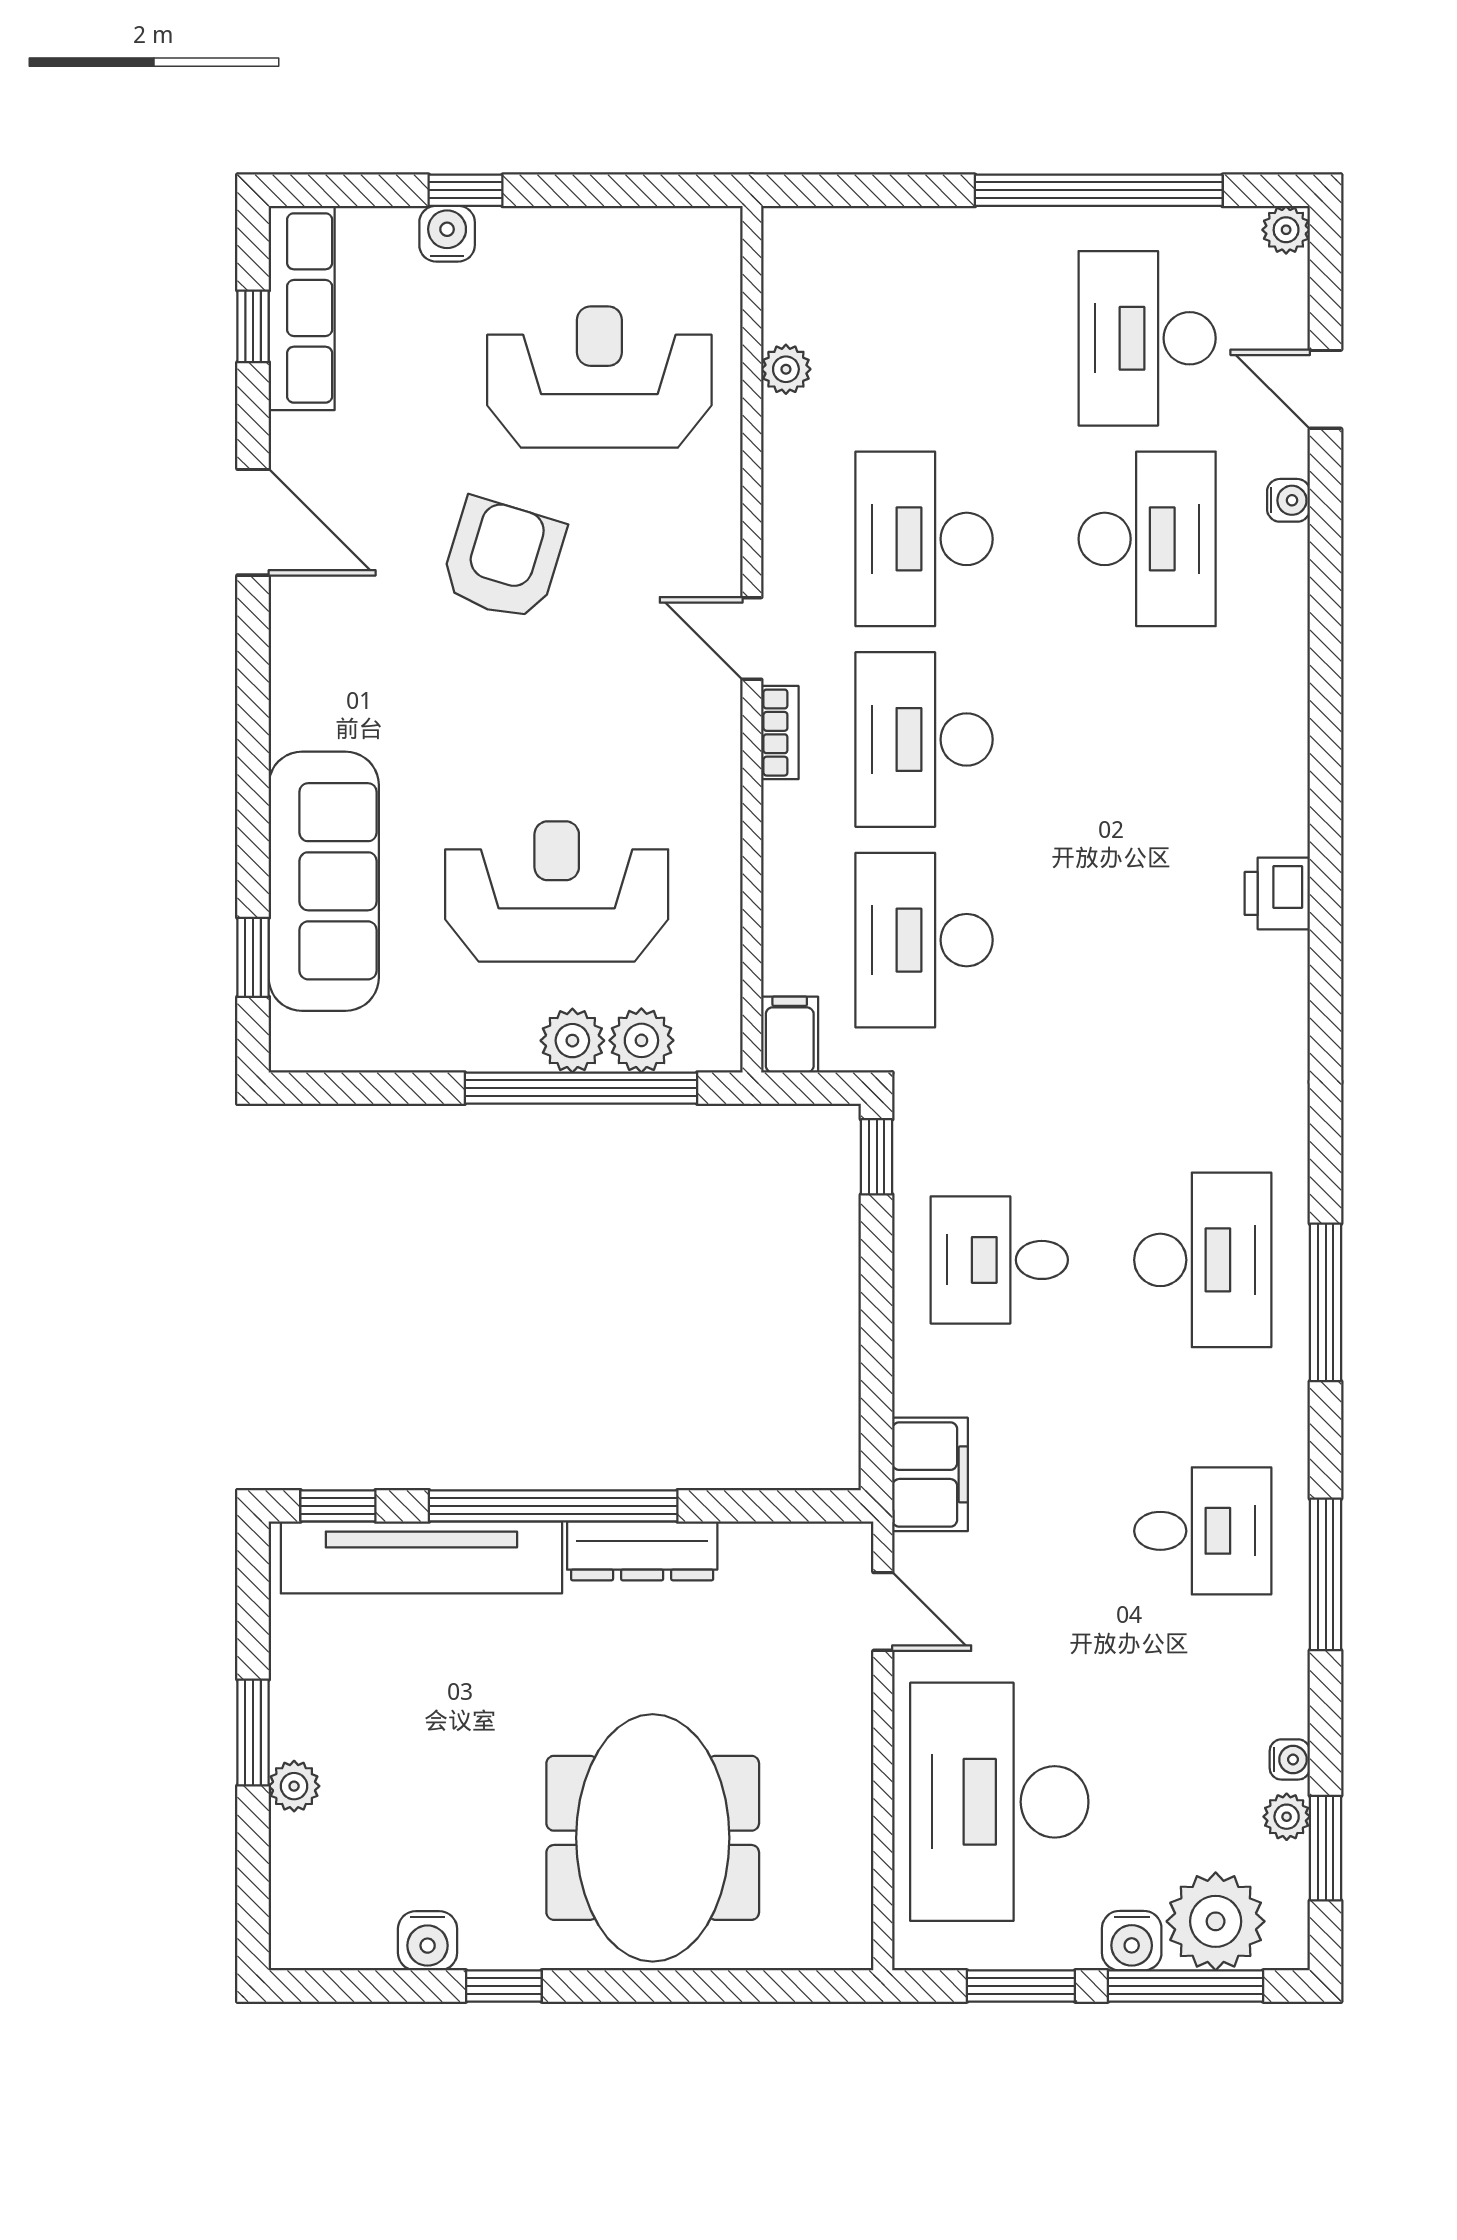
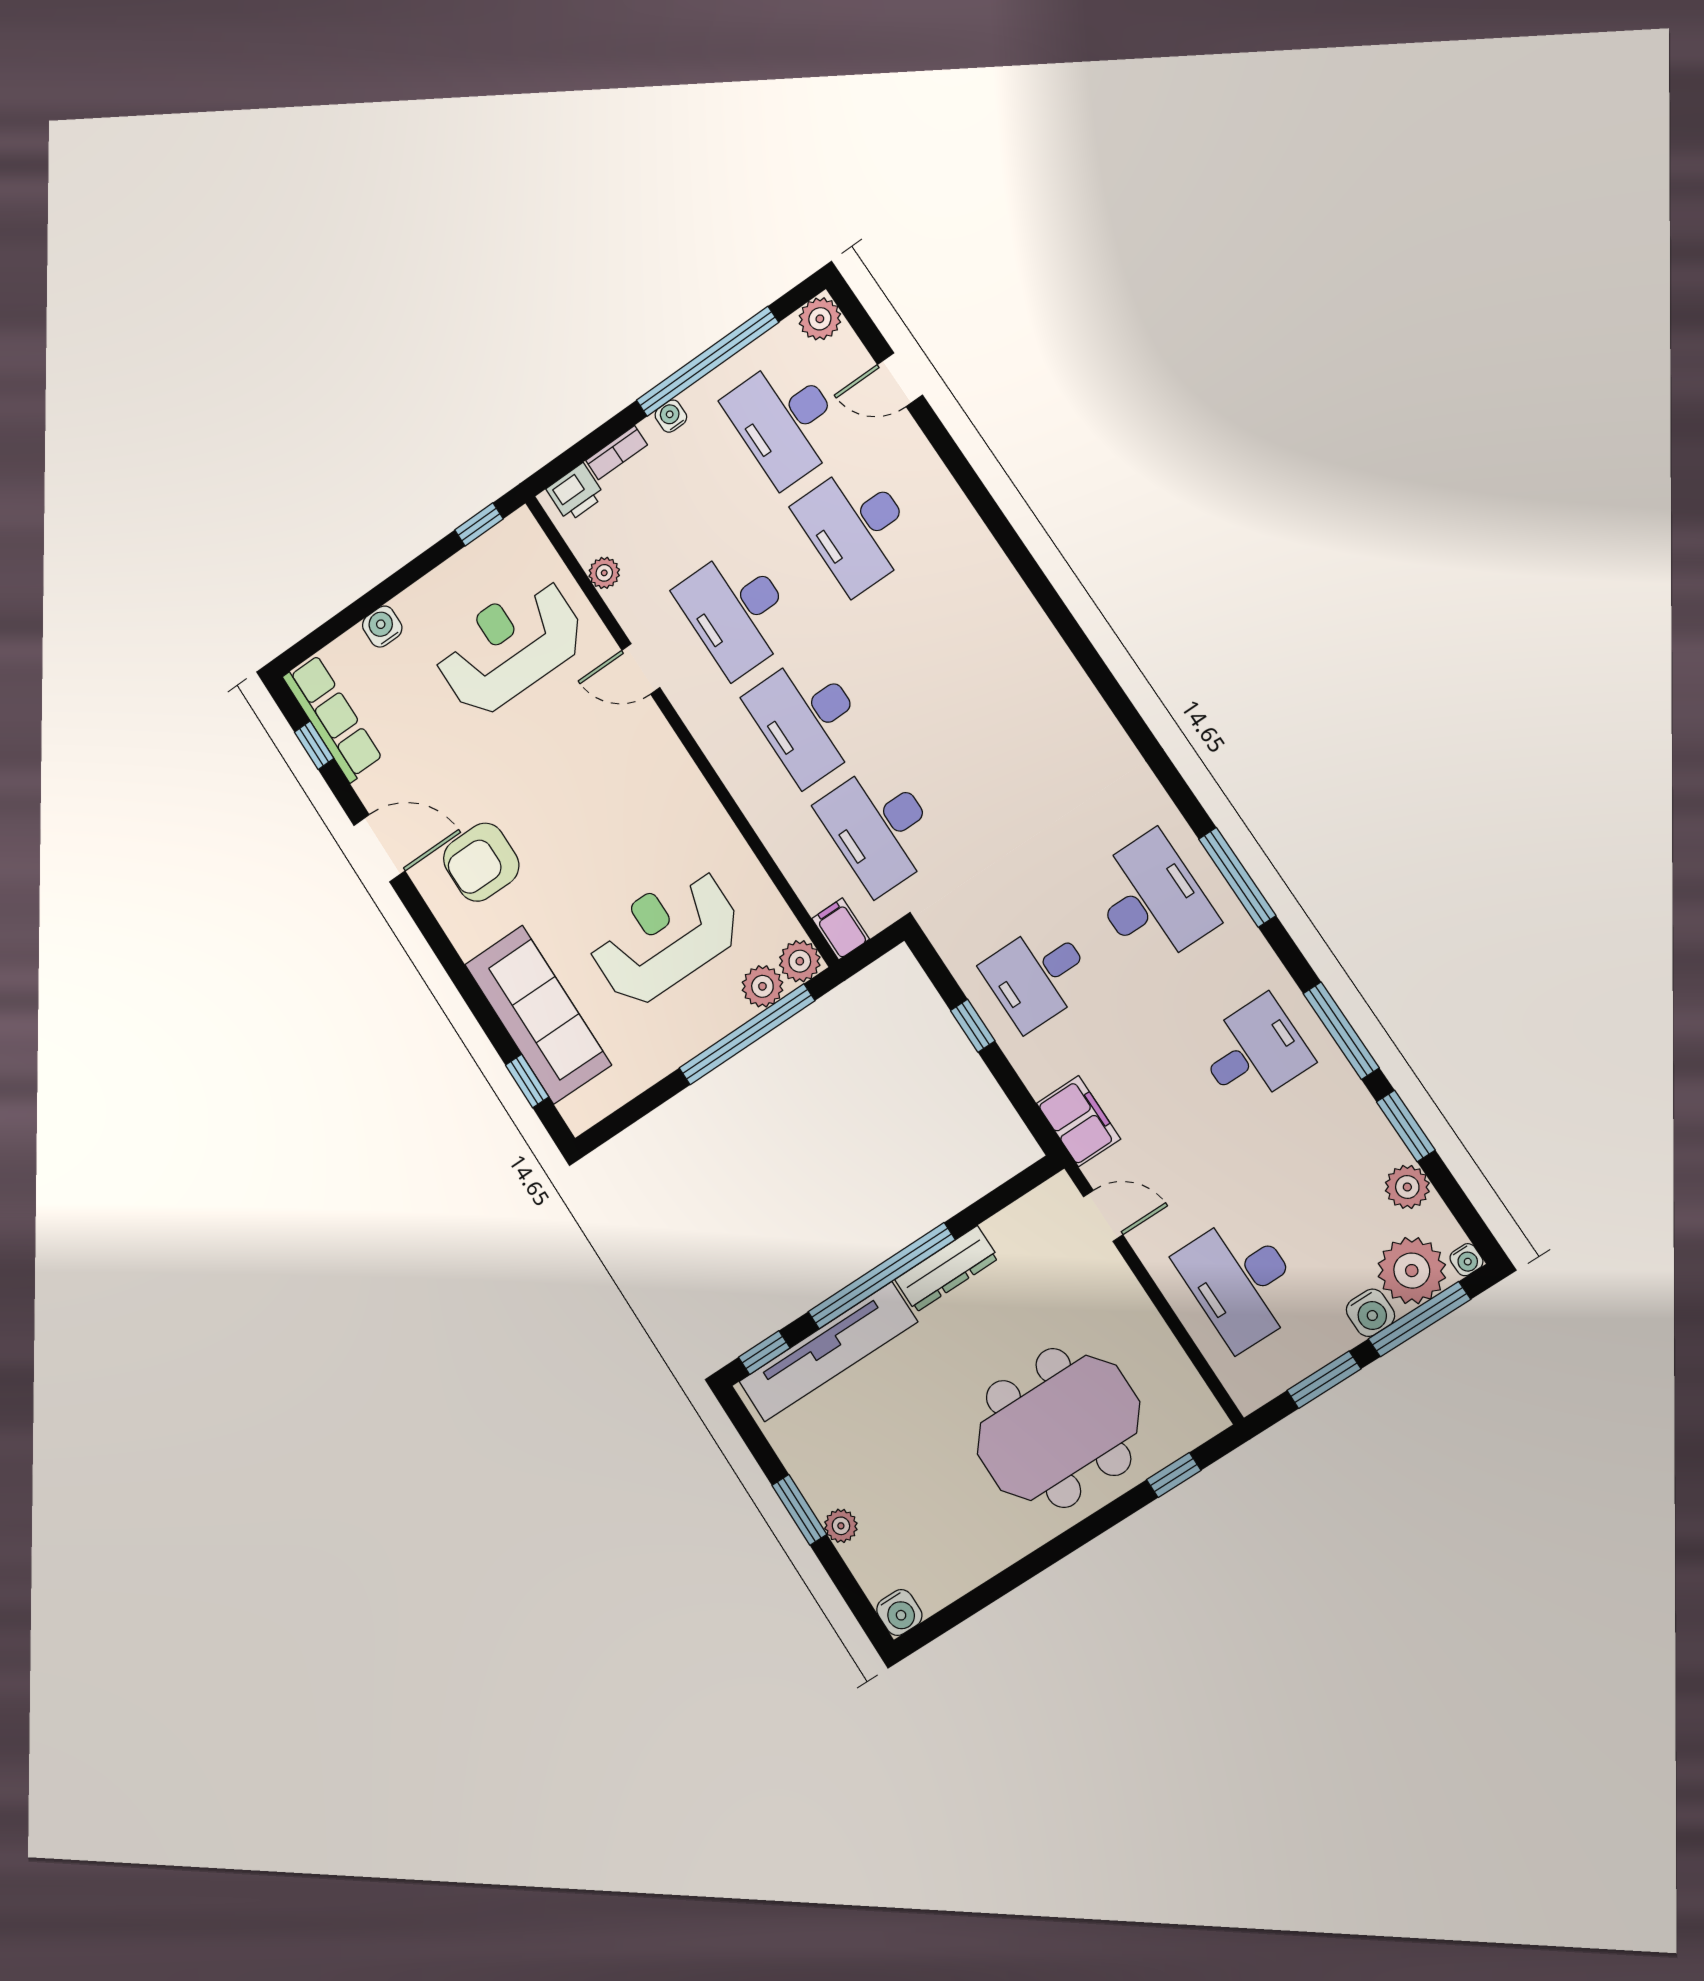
window: (466, 190) -> (479, 524), moved
plant: (1286, 230) -> (820, 319), width x1.38, depth x1.38
water cooler: (1288, 500) -> (671, 416), moved, turned -90
desk: (1147, 539) -> (857, 528), turned 180
armchair: (503, 559) -> (481, 862), moved, turned -107
door: (752, 638) -> (641, 669), moved
bookcase: (780, 733) -> (617, 453), moved, turned 90
printer: (1277, 893) -> (575, 493), moved, turned -90
plant: (572, 1041) -> (800, 961), moved
window: (877, 1157) -> (973, 1026), moved
water cooler: (1290, 1759) -> (1466, 1260), moved, turned 90
desk: (999, 1802) -> (1241, 1282), width x0.73, depth x0.77
plant: (1287, 1817) -> (1407, 1187), width x1.38, depth x1.38
meeting table: (653, 1838) -> (1058, 1428), turned 90
window: (1326, 1848) -> (1406, 1126), moved
water cooler: (428, 1941) -> (899, 1613), moved
window: (504, 1986) -> (1174, 1475), moved

